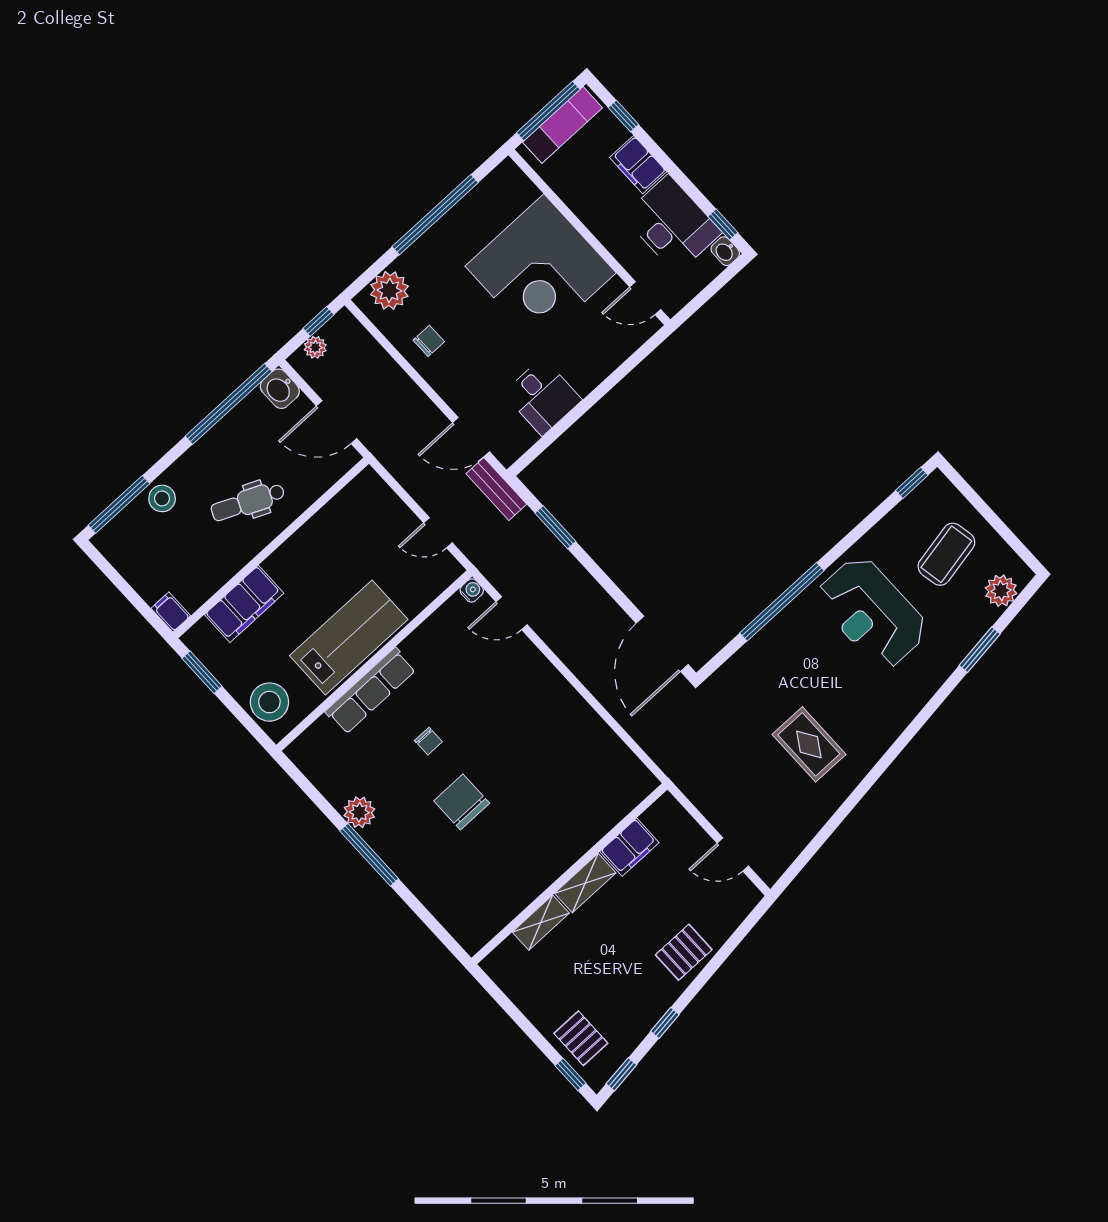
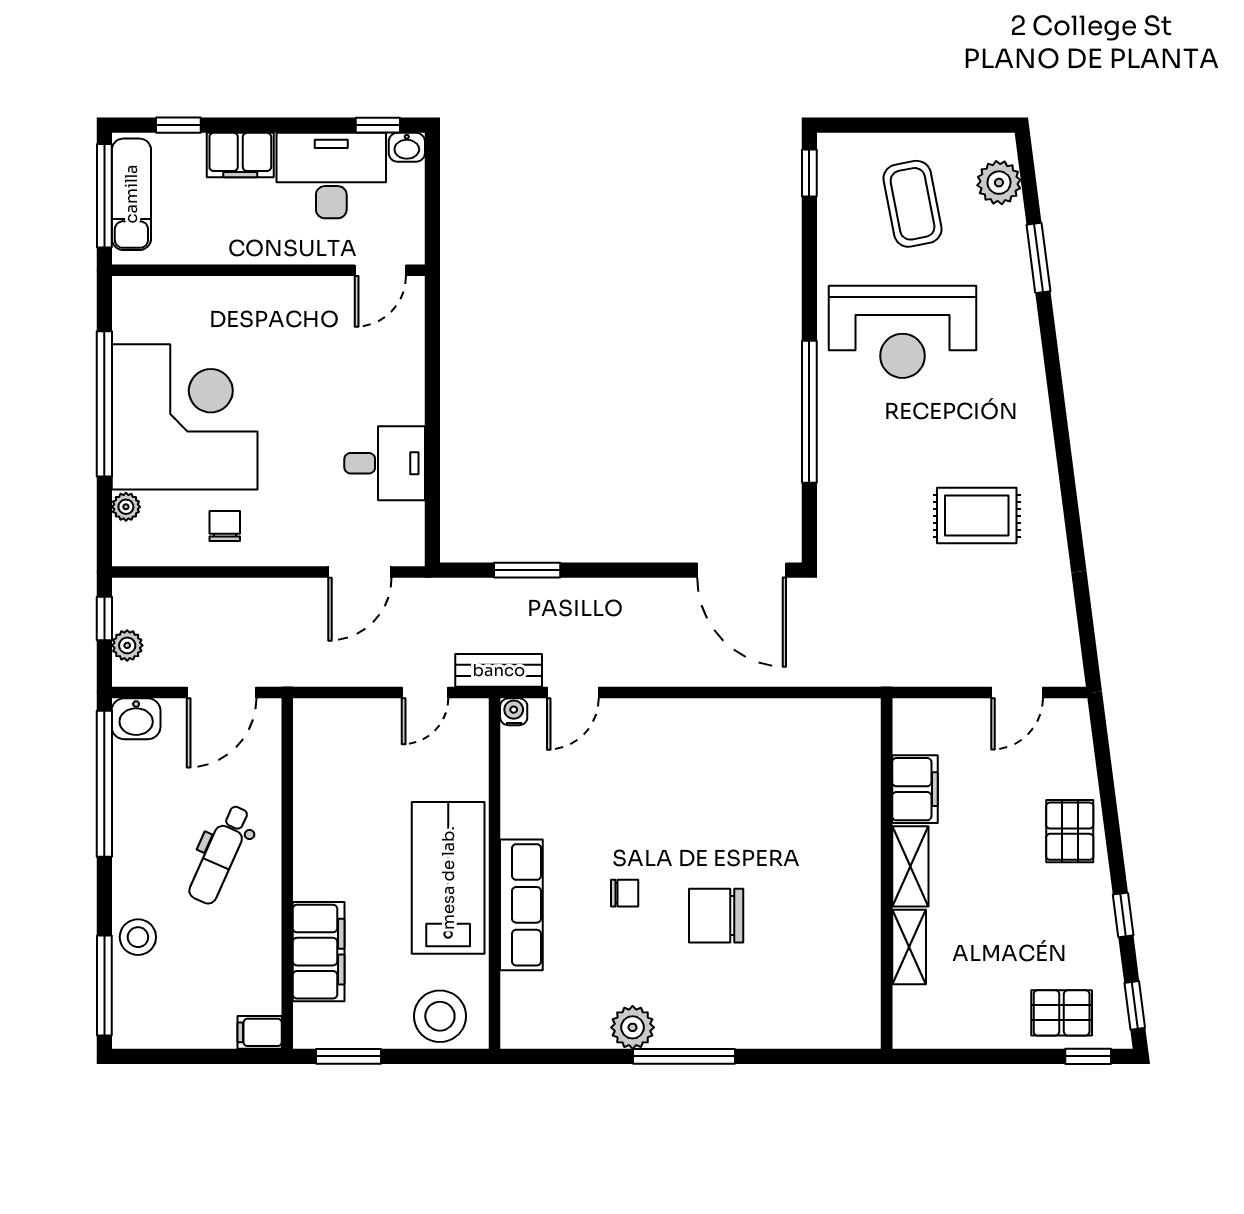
corner desk: (541, 269) -> (185, 417), moved, turned -90
plant: (389, 290) -> (126, 507), width x0.53, depth x0.53
bench: (496, 489) -> (499, 670), moved

